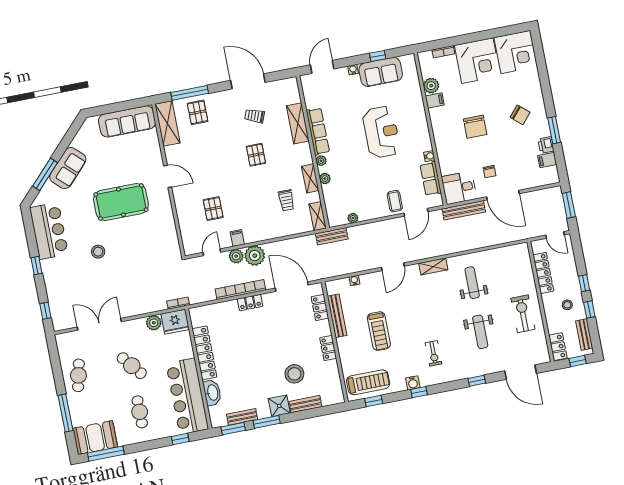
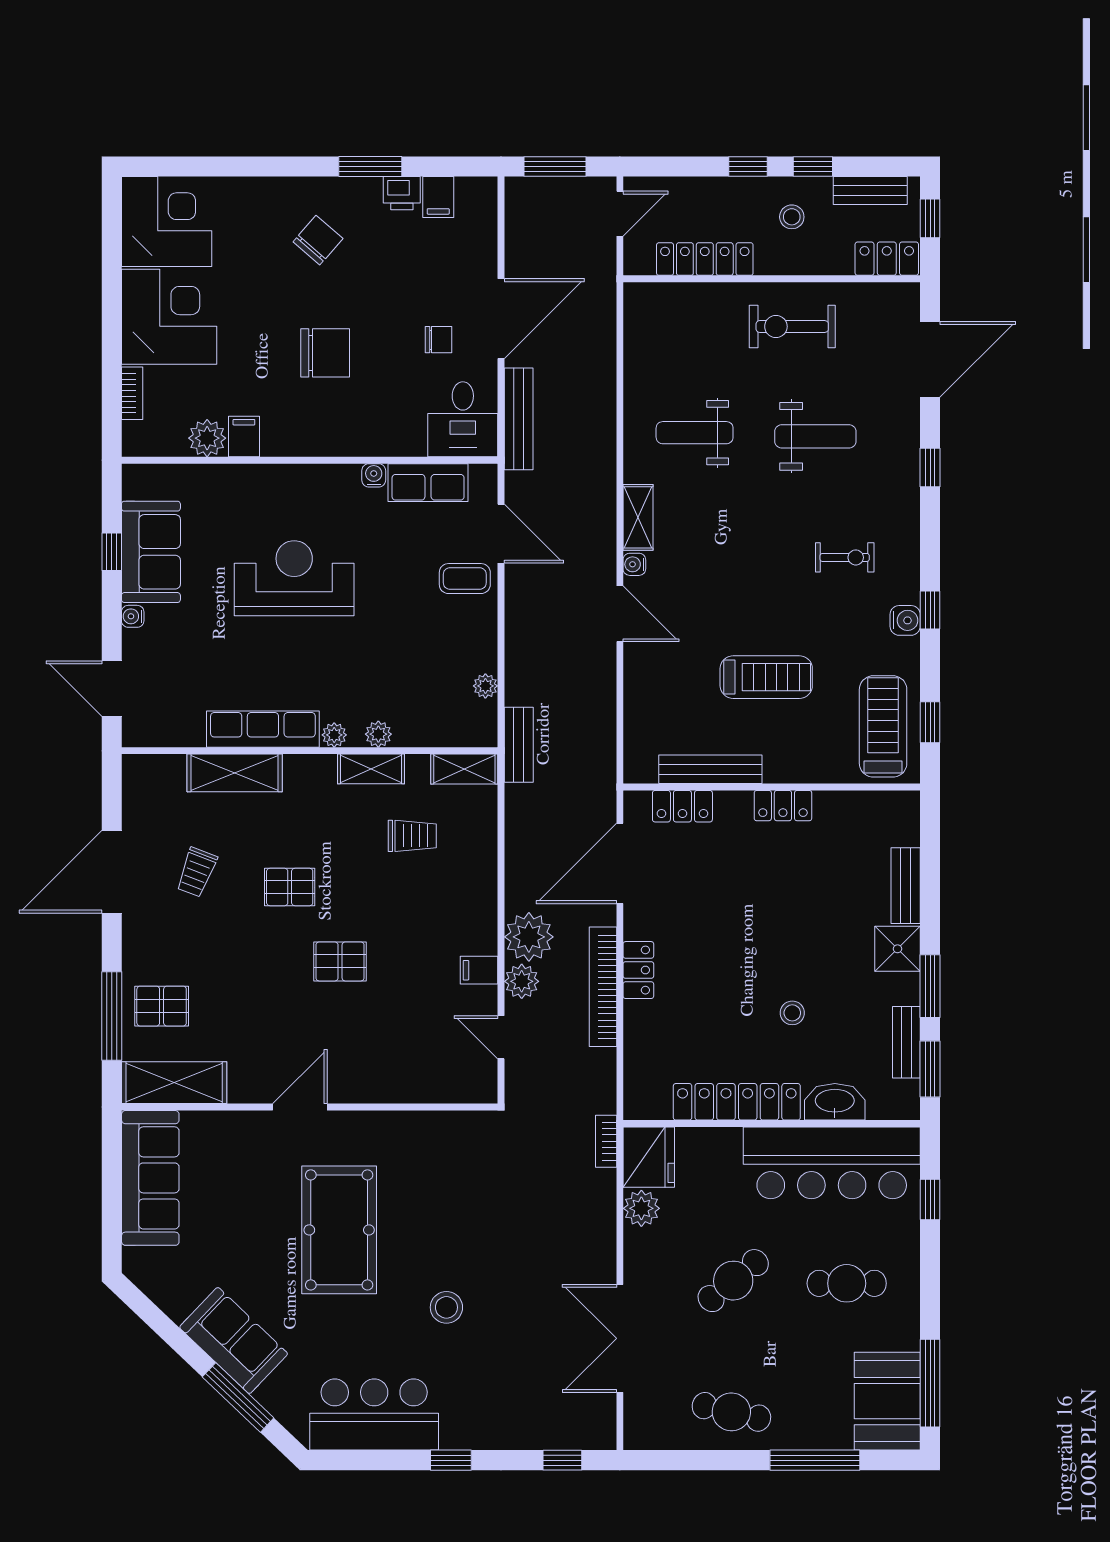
pallet: (213, 209) -> (340, 961), moved
water cooler: (354, 280) -> (634, 564), moved
stool: (294, 374) -> (792, 1013), moved, width x0.53, depth x0.53

